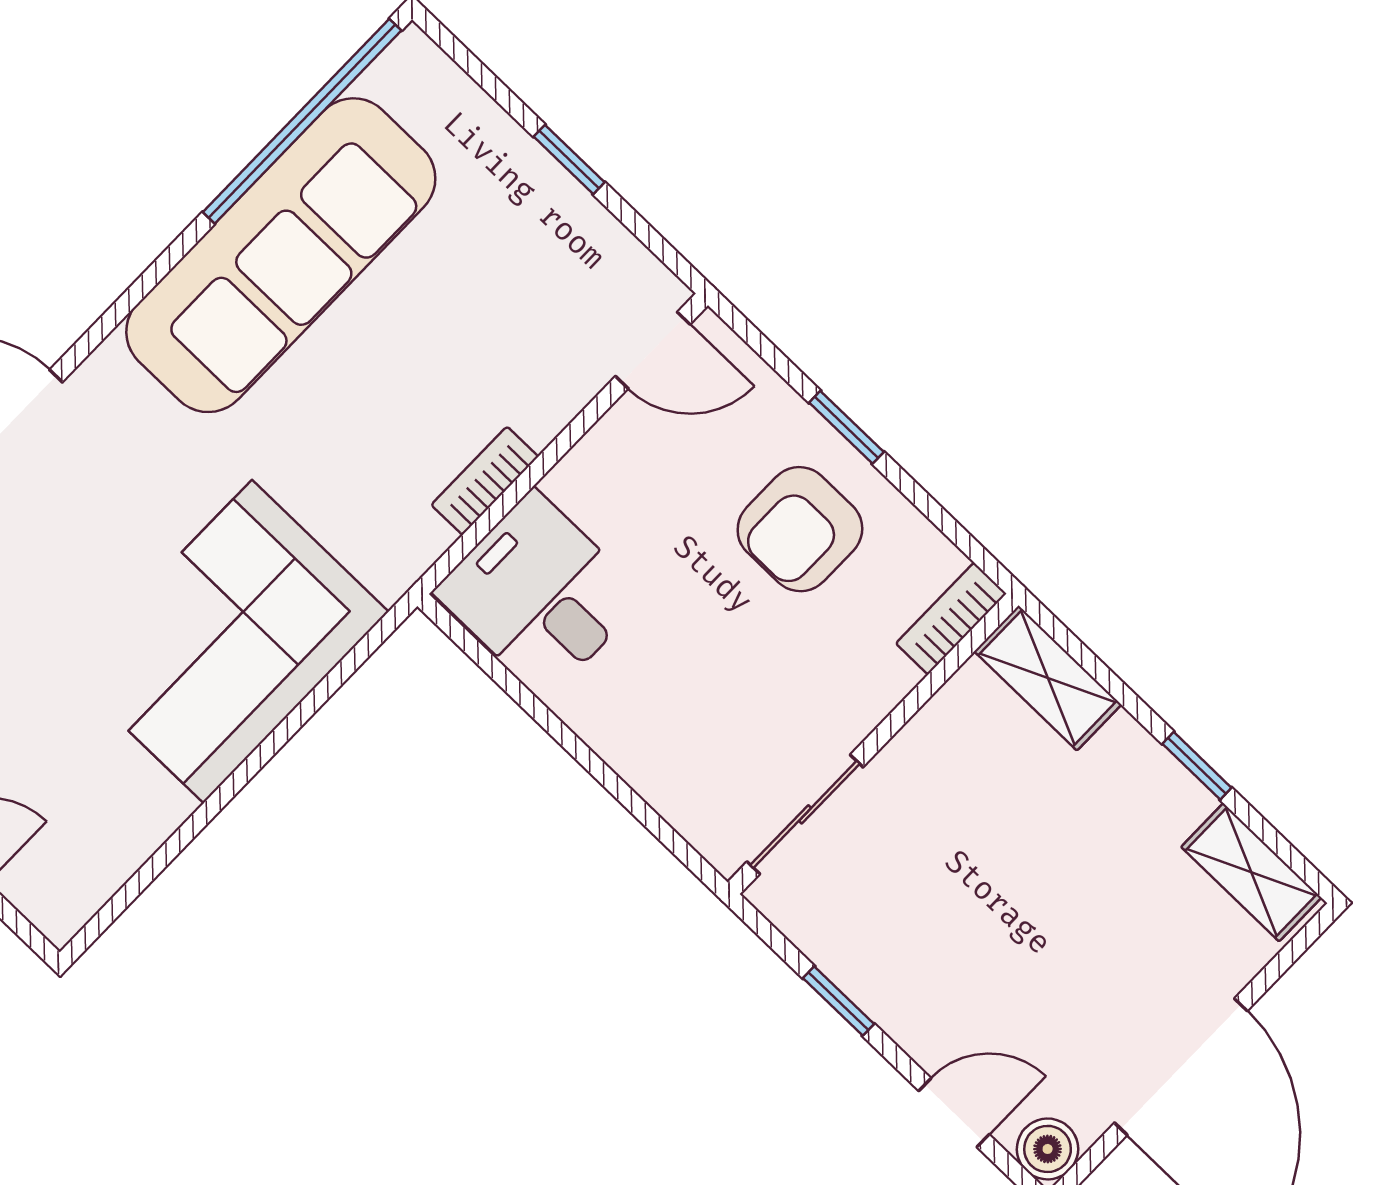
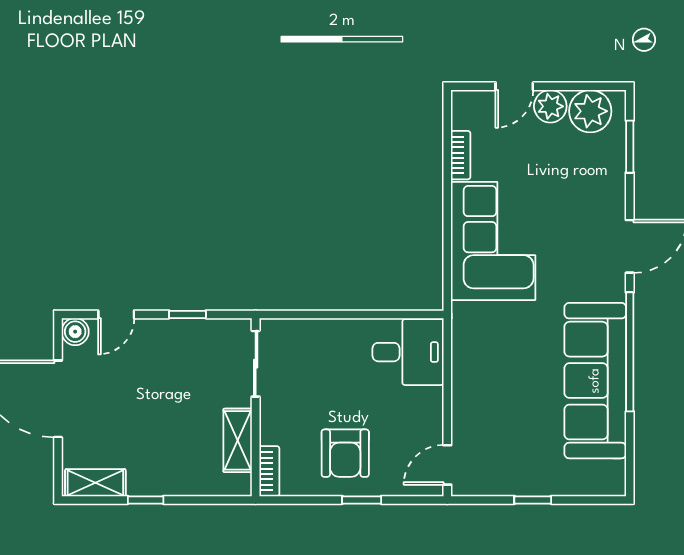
window: (302, 121) -> (630, 352), moved
bookcase: (485, 481) -> (461, 155), moved
armchair: (800, 529) -> (345, 453), turned 180
shelving: (1048, 678) -> (238, 440), moved, turned 90

